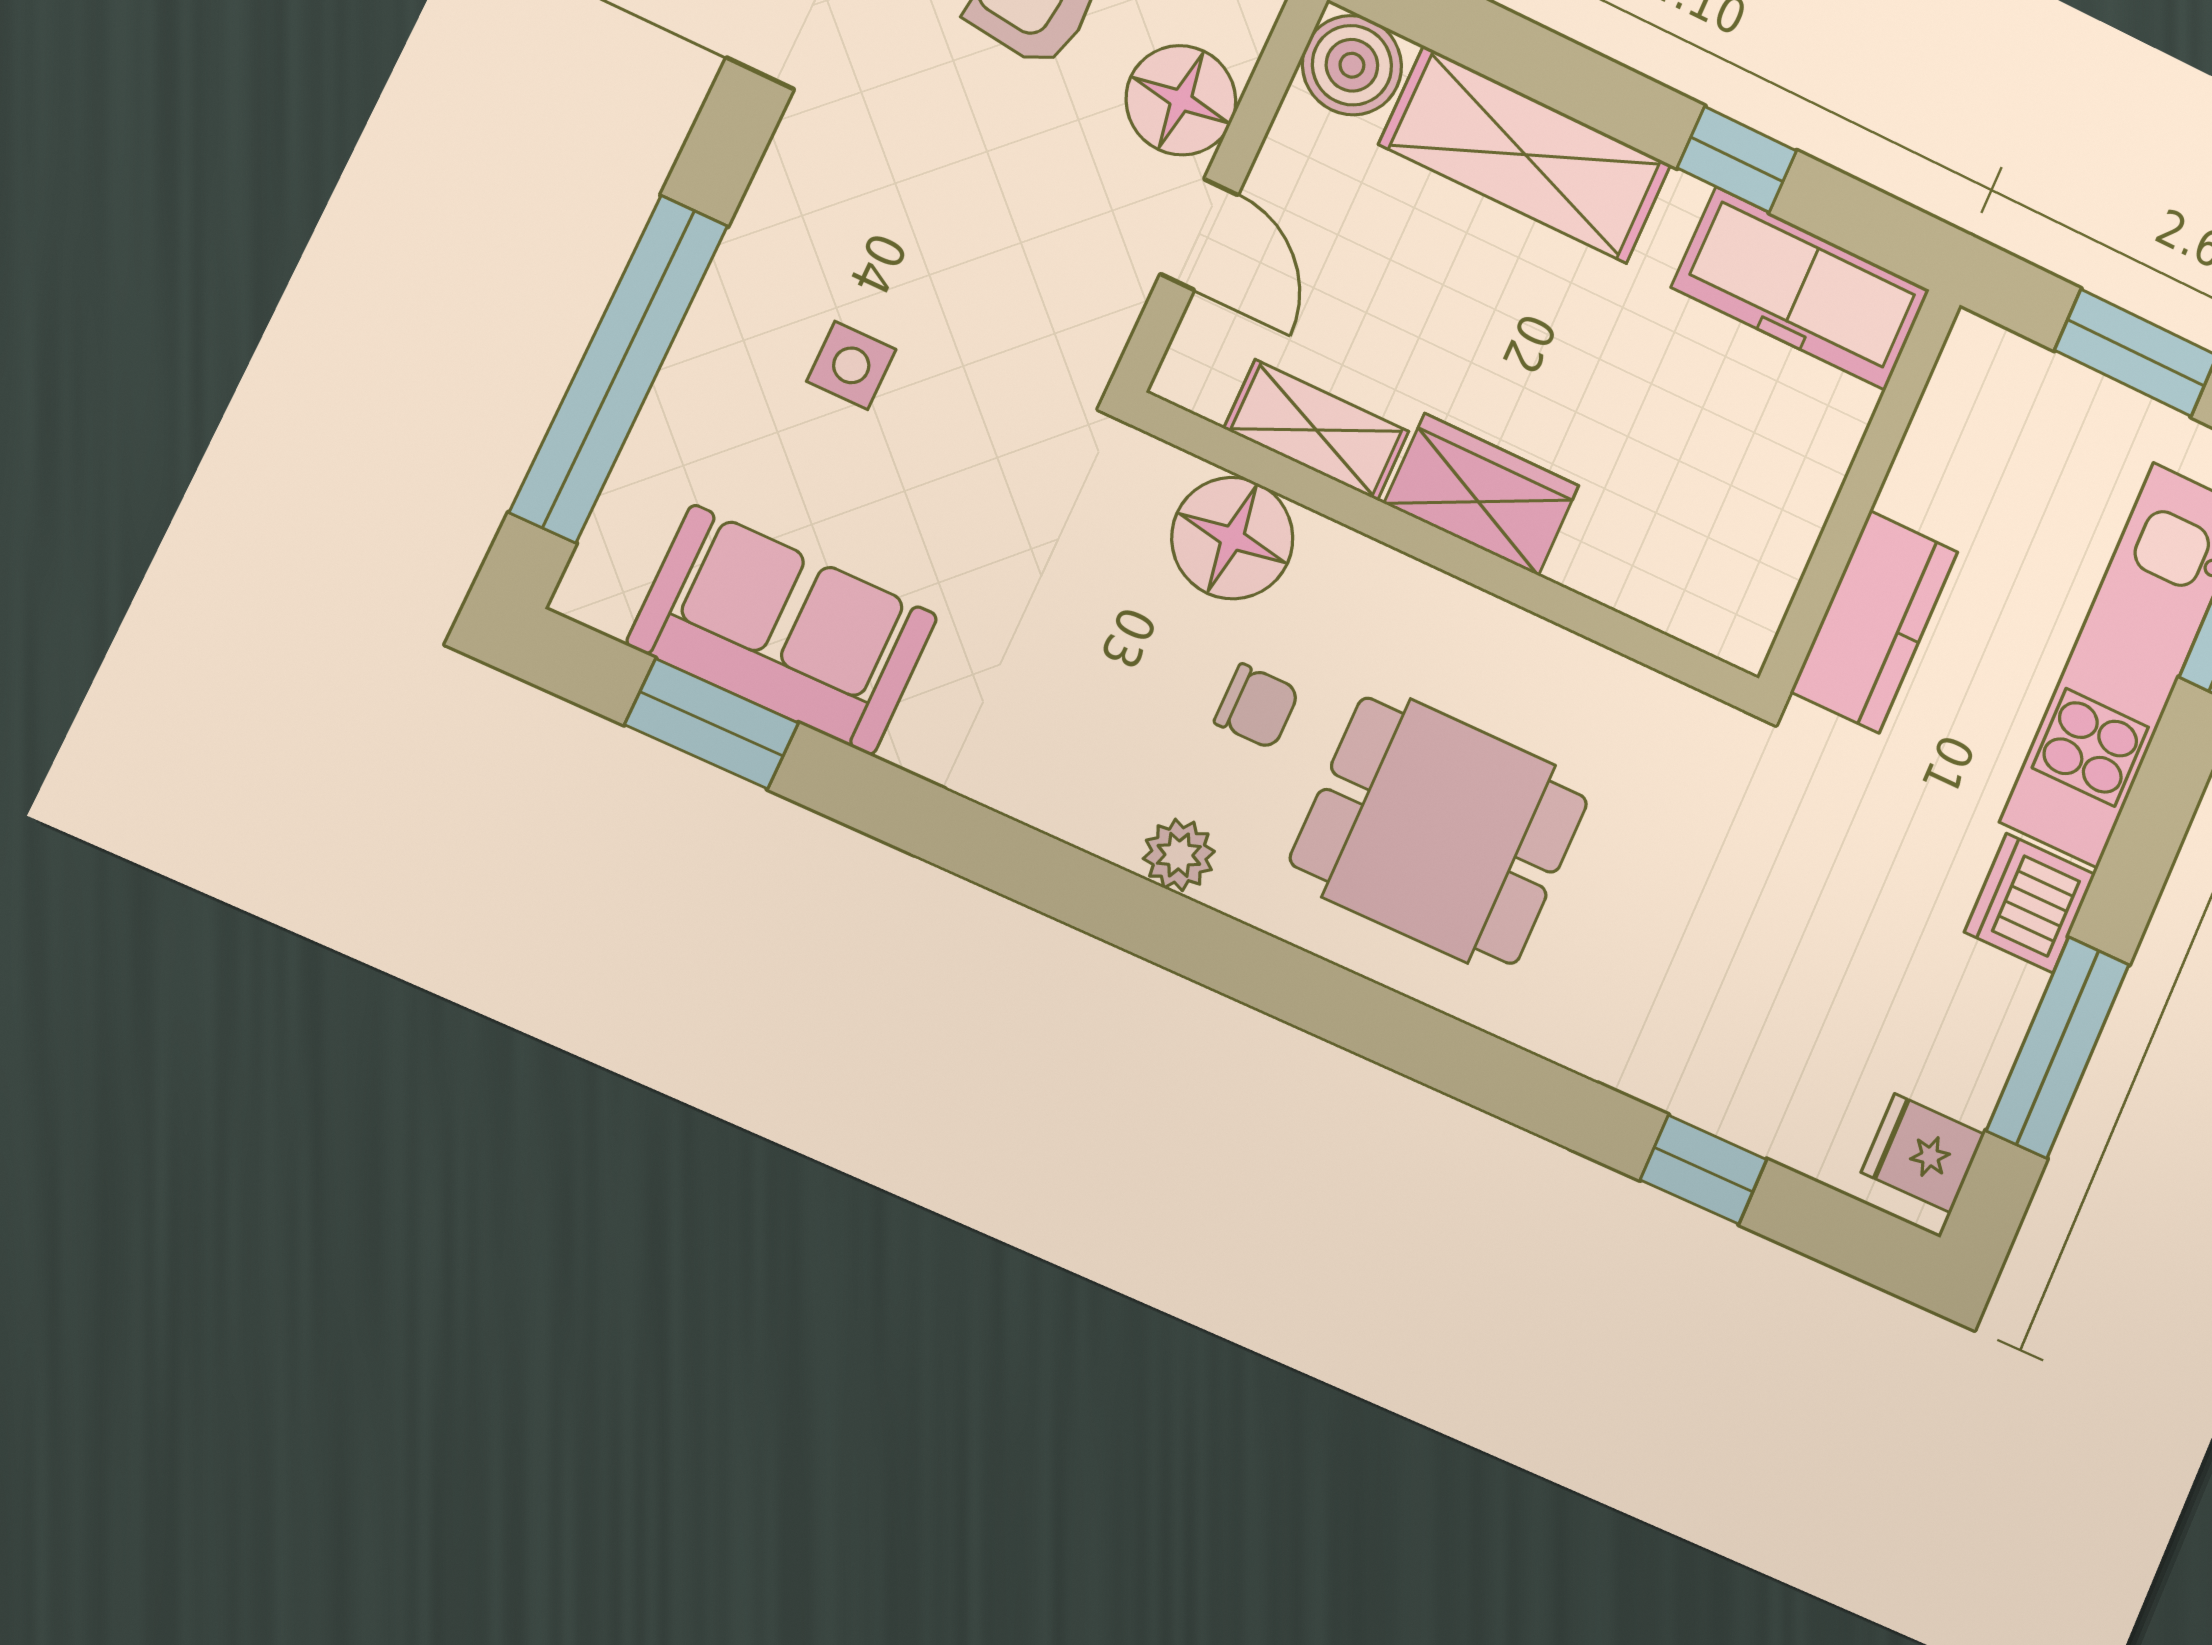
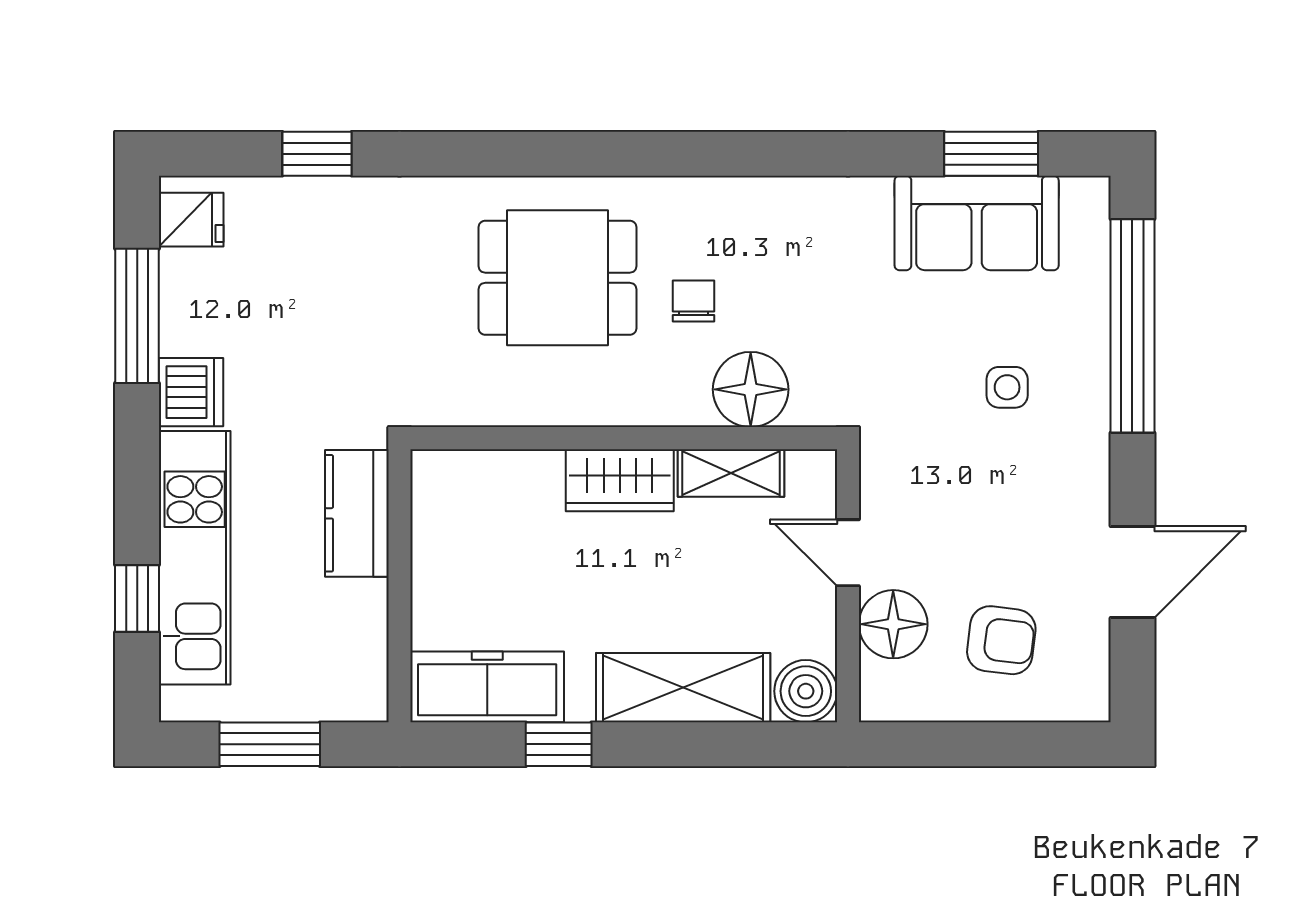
chair: (1257, 706) -> (693, 301), turned 90
plant: (1179, 855) -> (699, 198), removed

